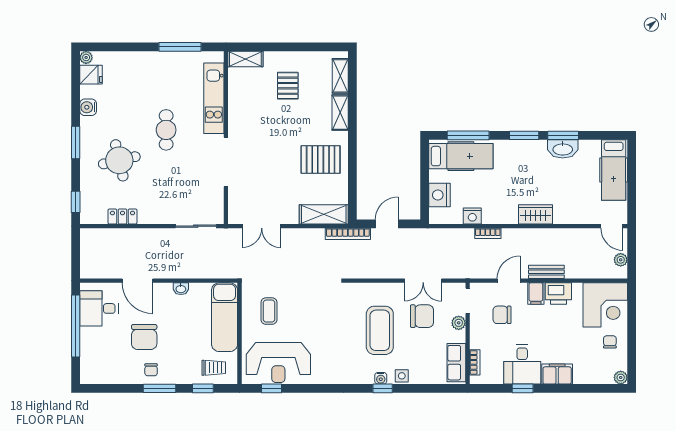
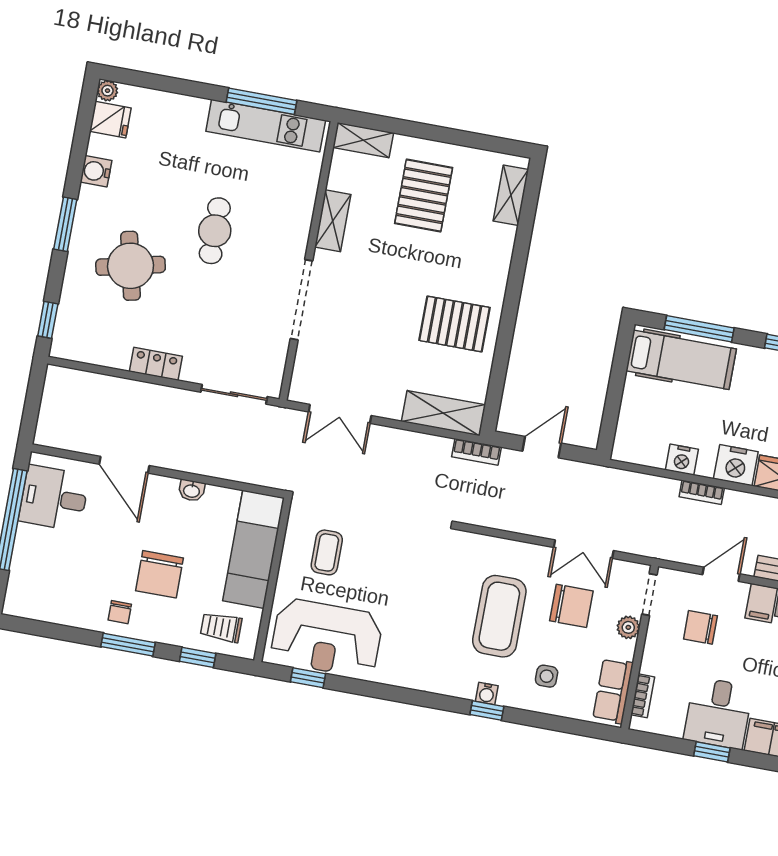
pallet: (288, 86) -> (424, 195), width x1.50, depth x1.42
kitchen unit: (214, 98) -> (266, 126), moved, turned -90
shelving: (340, 113) -> (333, 221), moved
nightstand: (440, 195) -> (736, 465), moved, turned -90
locker: (122, 217) -> (156, 364), moved
bookcase: (348, 234) -> (476, 452), width x0.64
chair: (144, 337) -> (159, 574), moved
trolley: (214, 368) -> (221, 627), turned 180
side table: (402, 376) -> (547, 676), moved

